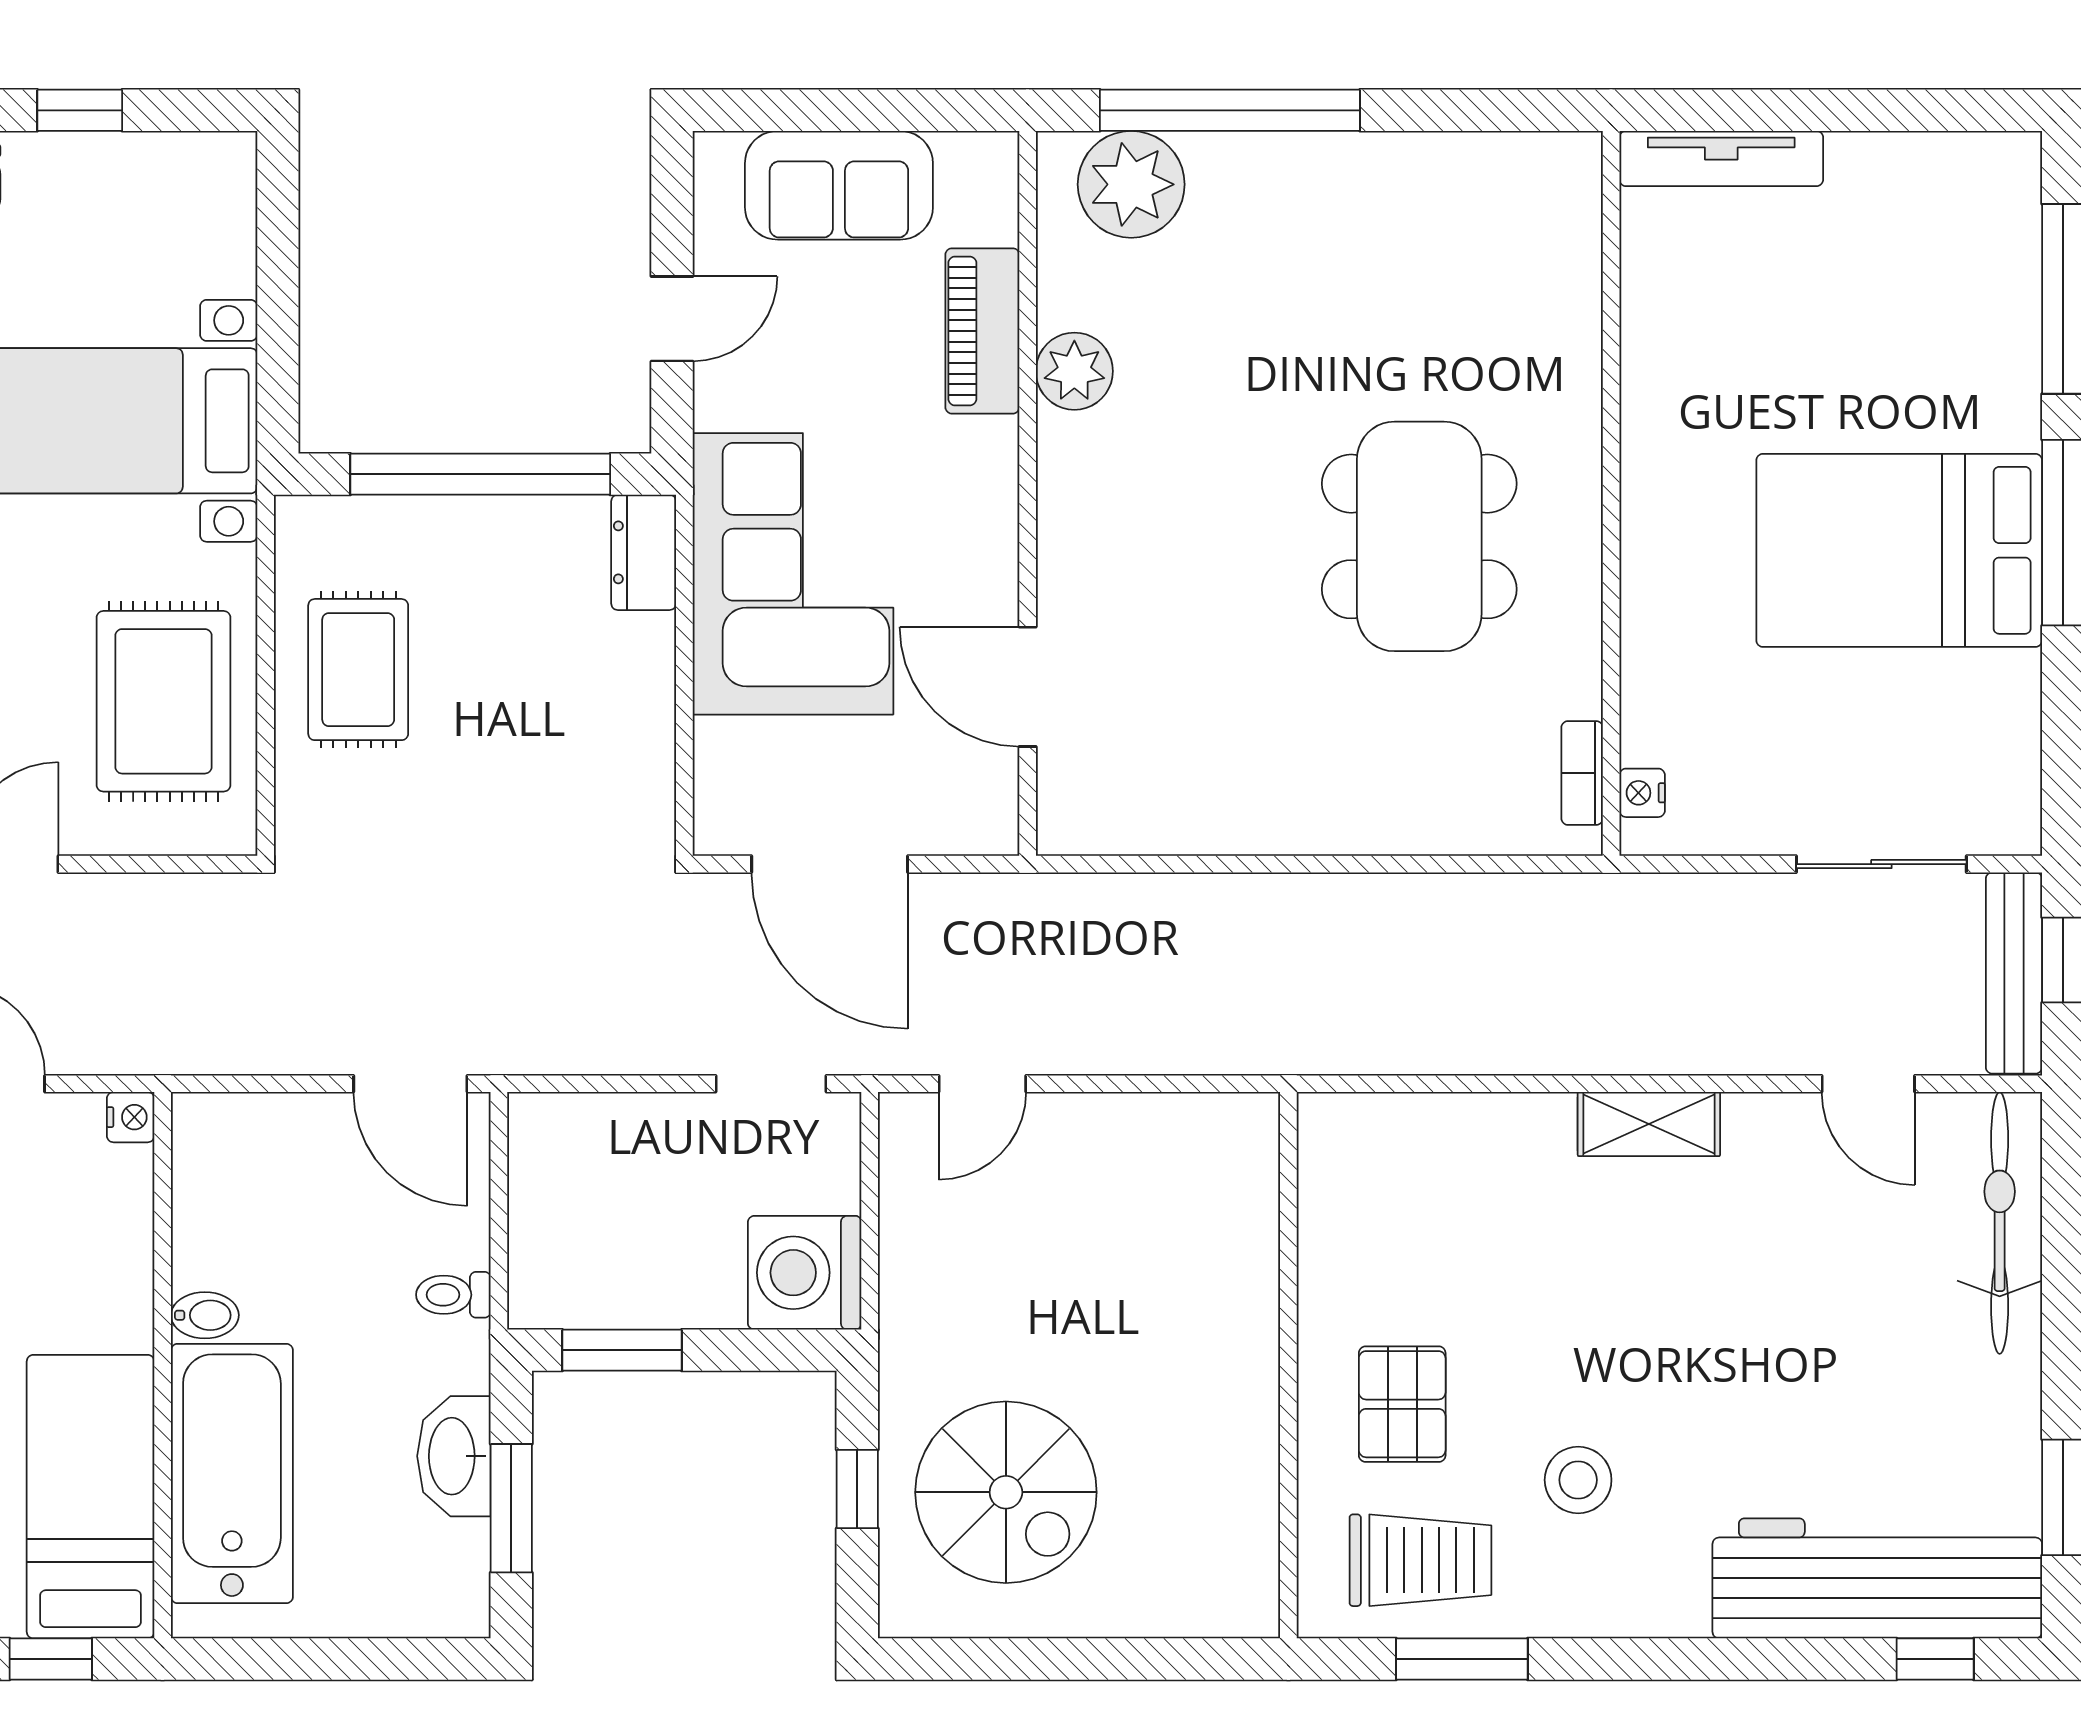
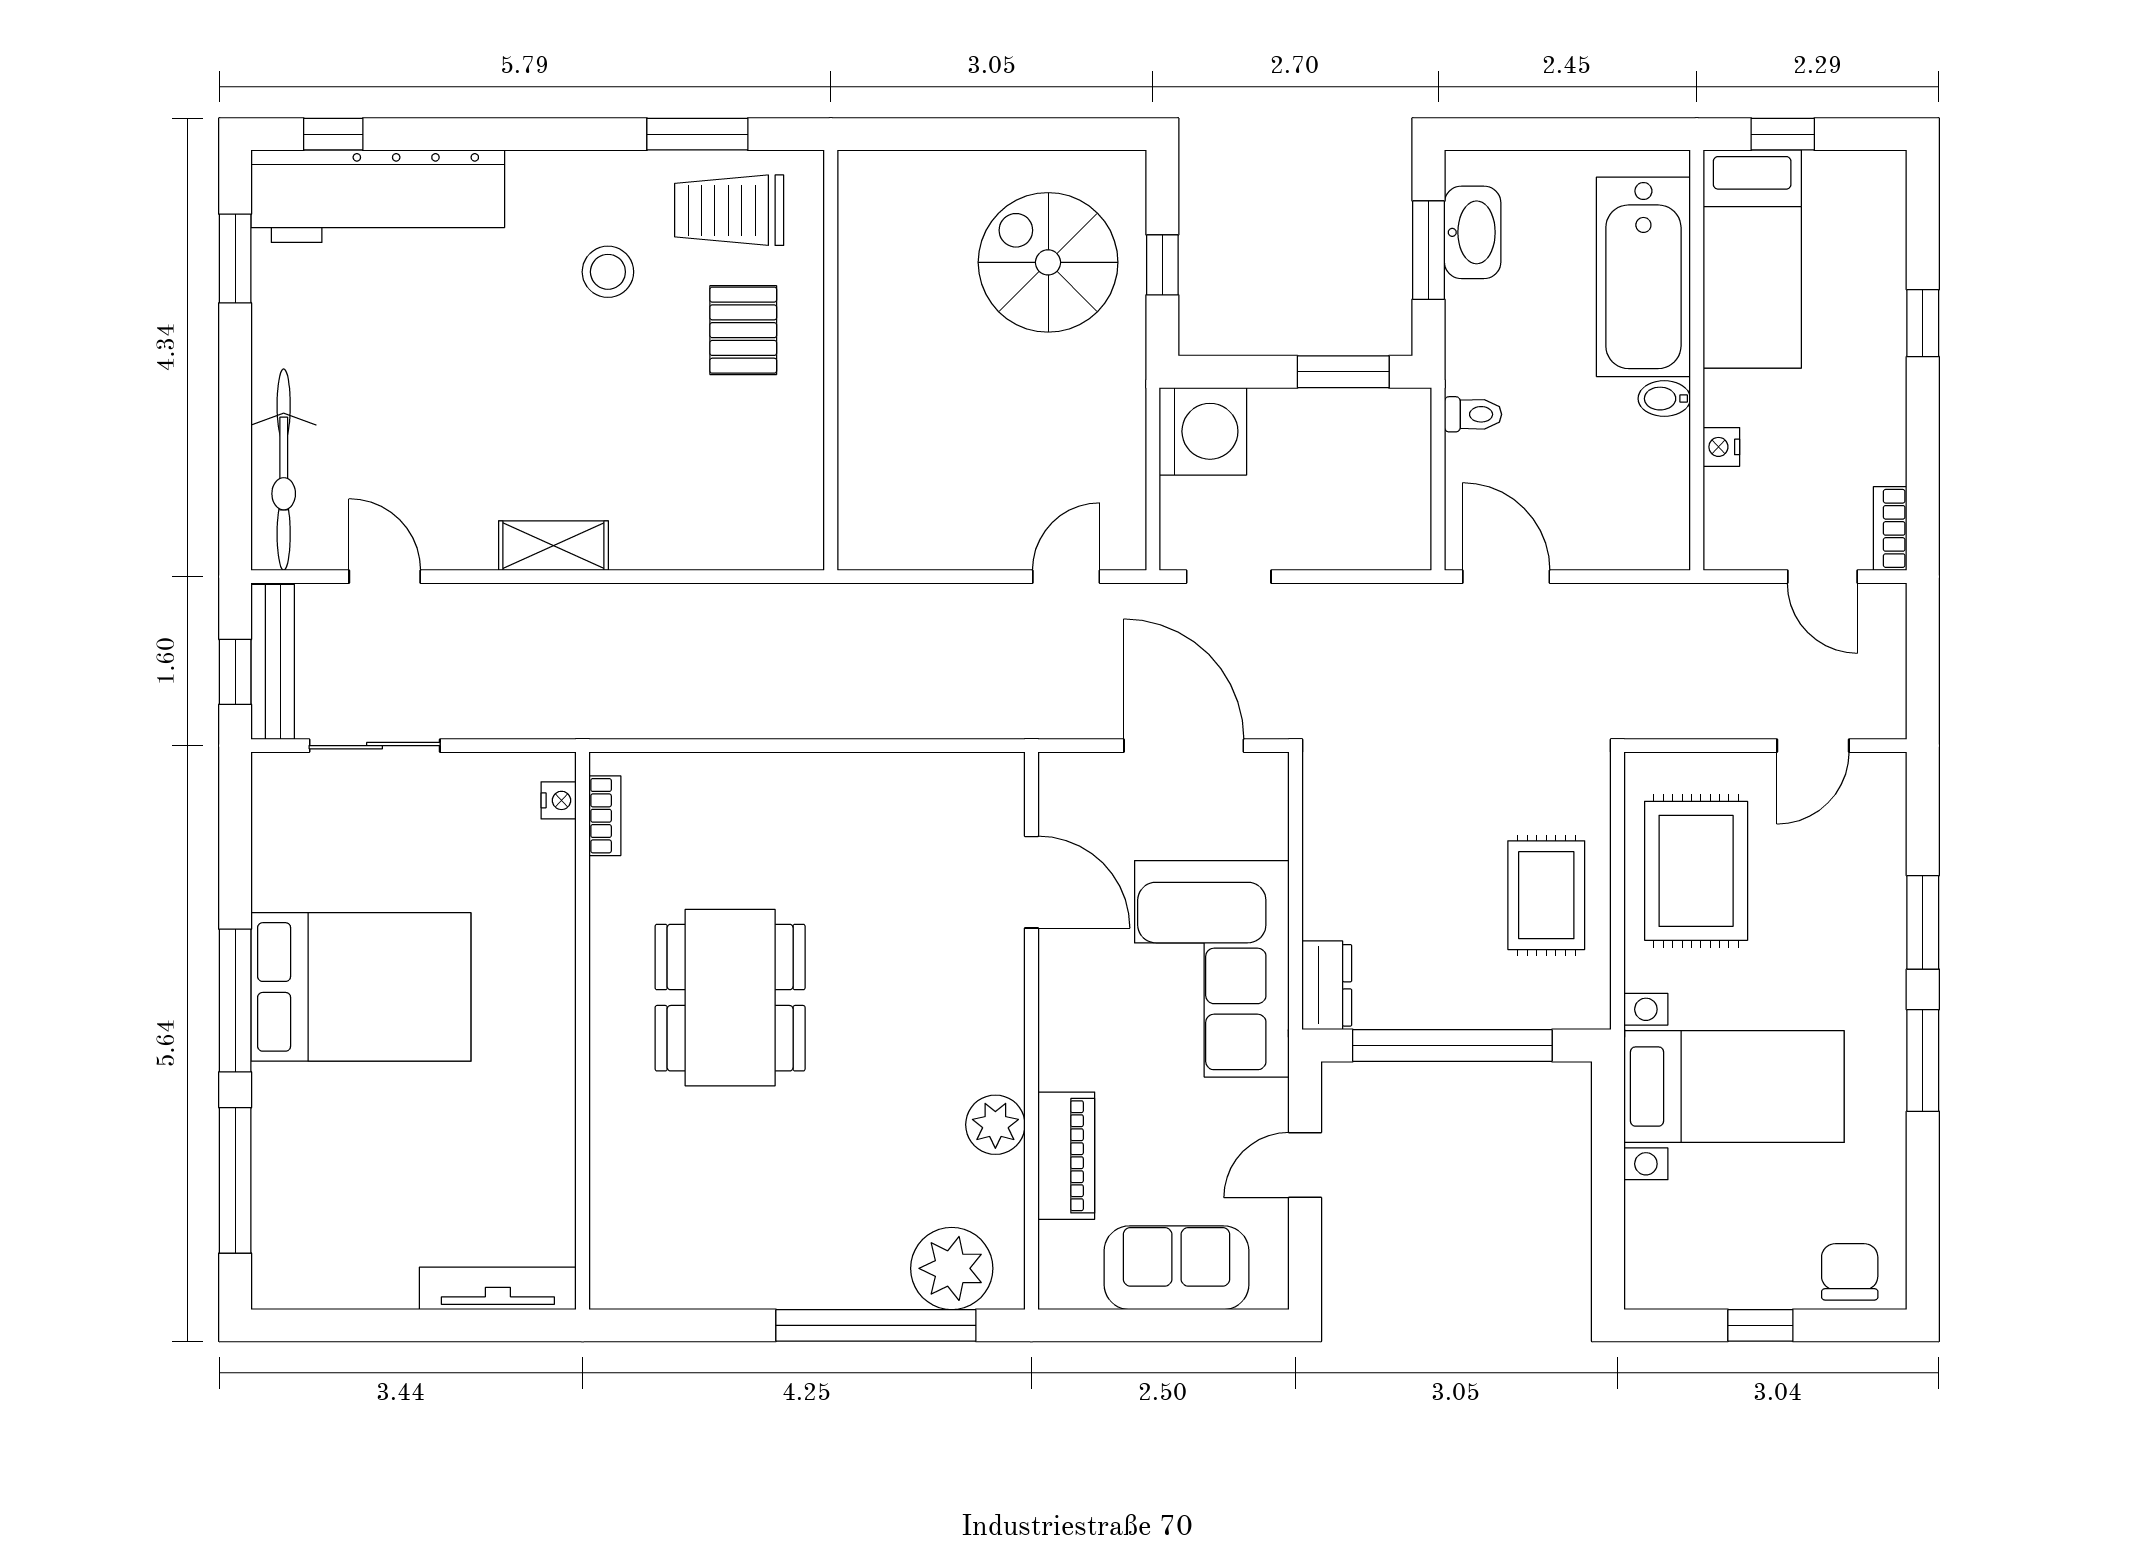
nightstand: (131, 1117) -> (1721, 447), moved
washbasin: (454, 1456) -> (1473, 232), moved

